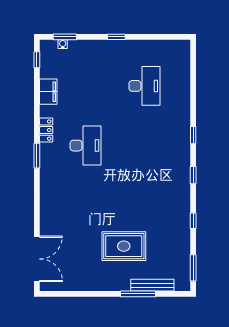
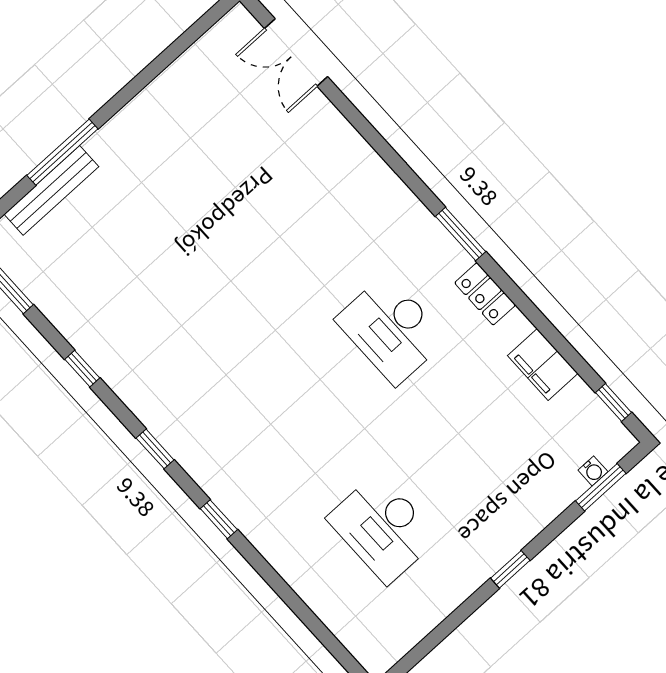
rug: (124, 246) -> (164, 213), removed
double door: (37, 259) -> (296, 53), width x0.73

